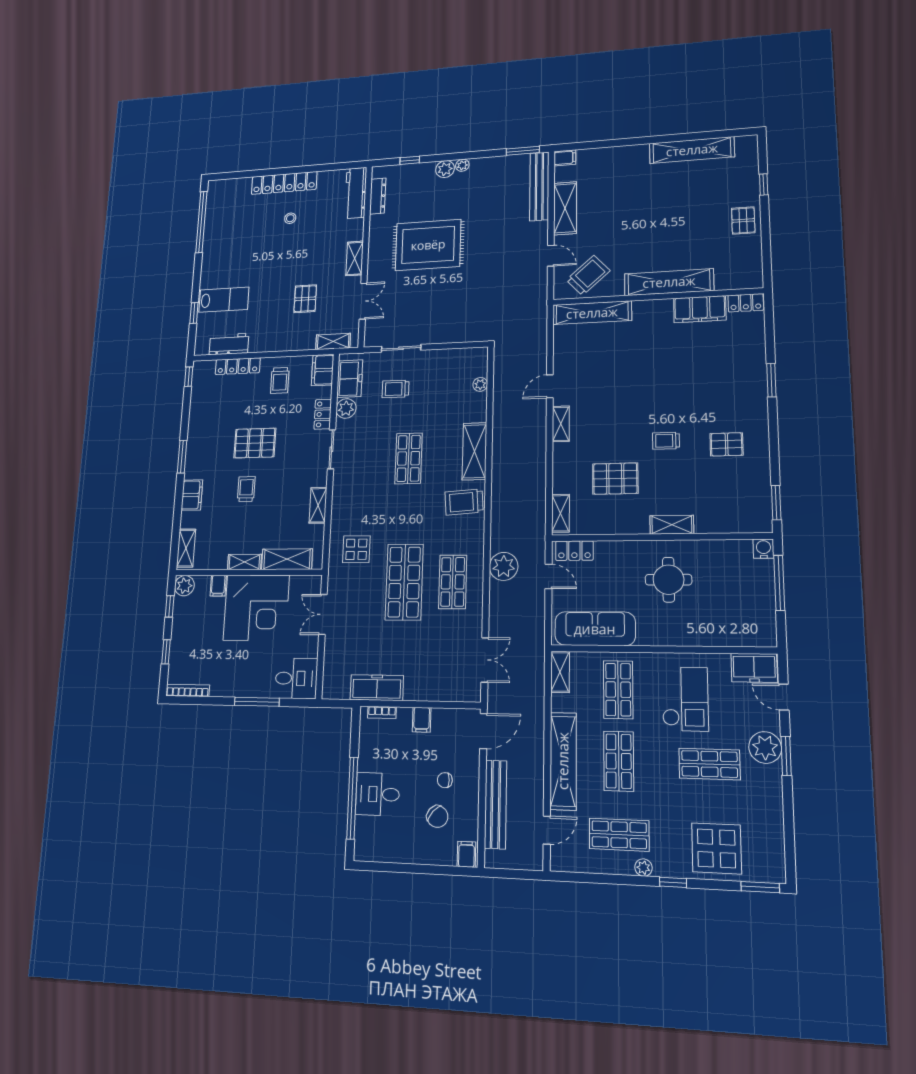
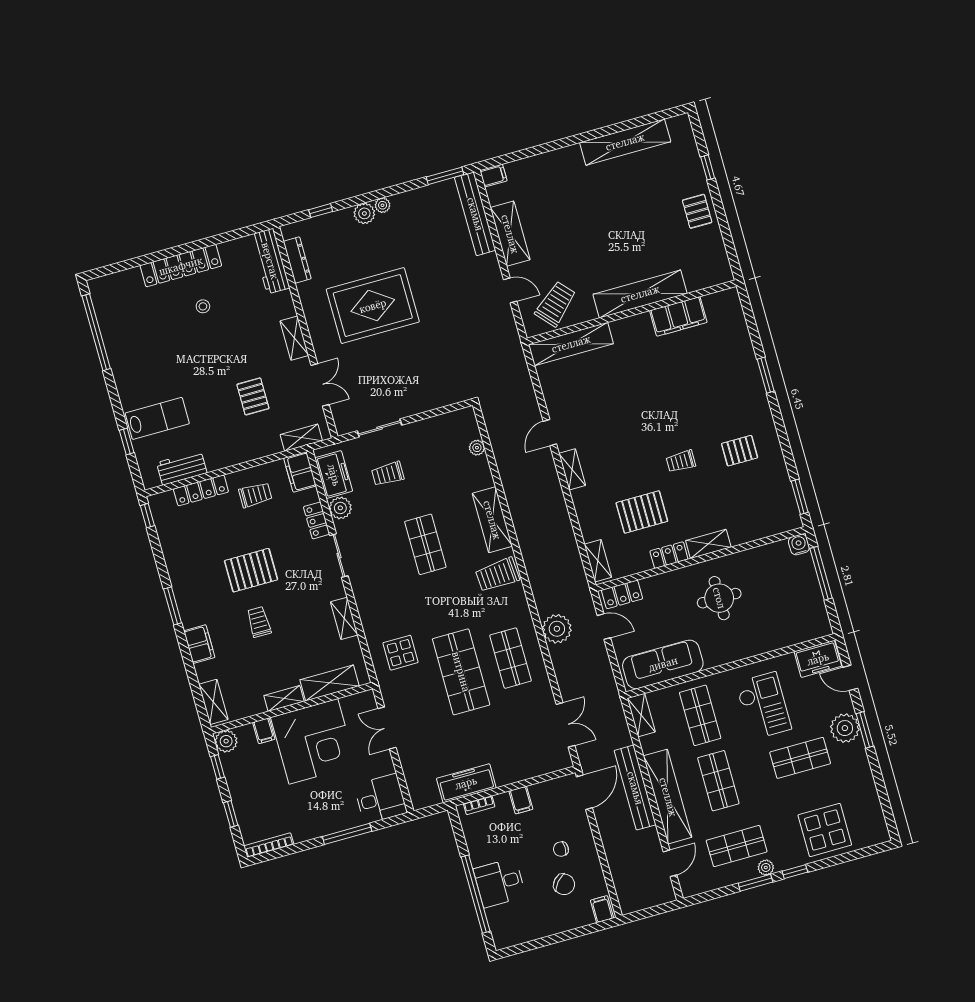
locker: (746, 303) -> (669, 555), moved, turned 180
trolley: (280, 380) -> (255, 495), turned -90
bench: (495, 804) -> (635, 788), moved
window: (760, 887) -> (755, 883), moved

